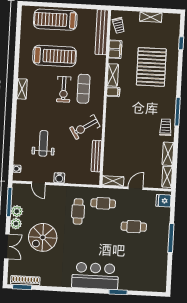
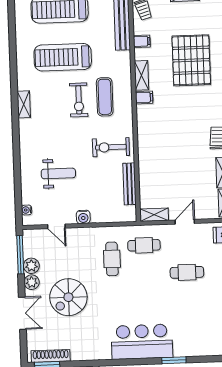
filing cabinet: (115, 49) -> (142, 41), width x0.50
treadmill: (55, 56) -> (63, 57), turned 180
exercise bike: (85, 127) -> (111, 147), turned 32
weight bench: (43, 143) -> (58, 173), turned 90

